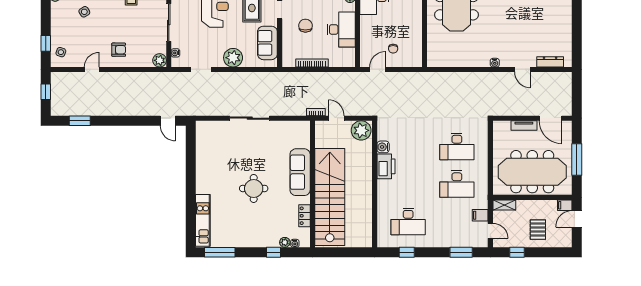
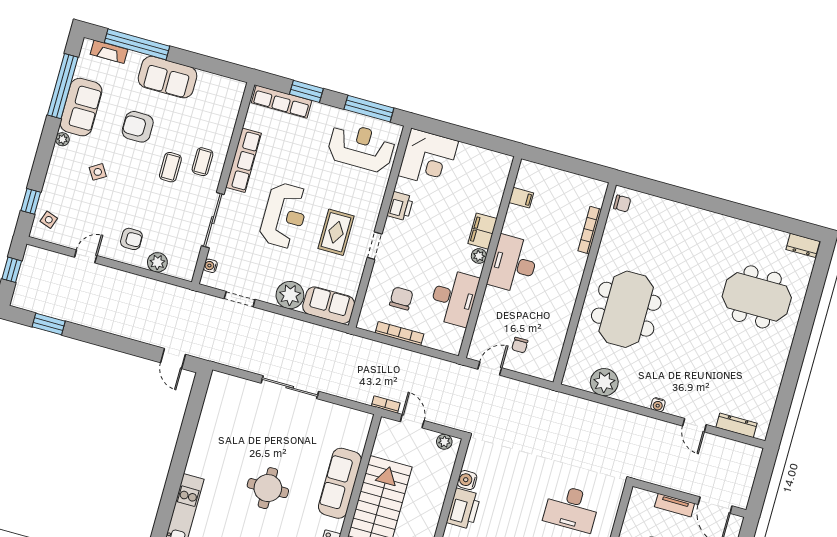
chair: (305, 26) -> (401, 298), moved
sofa: (267, 43) -> (329, 305), moved, turned 90
plant: (455, 58) -> (604, 382), added
plant: (160, 60) -> (157, 262), moved
plant: (361, 130) -> (444, 442), width x0.53, depth x0.53

